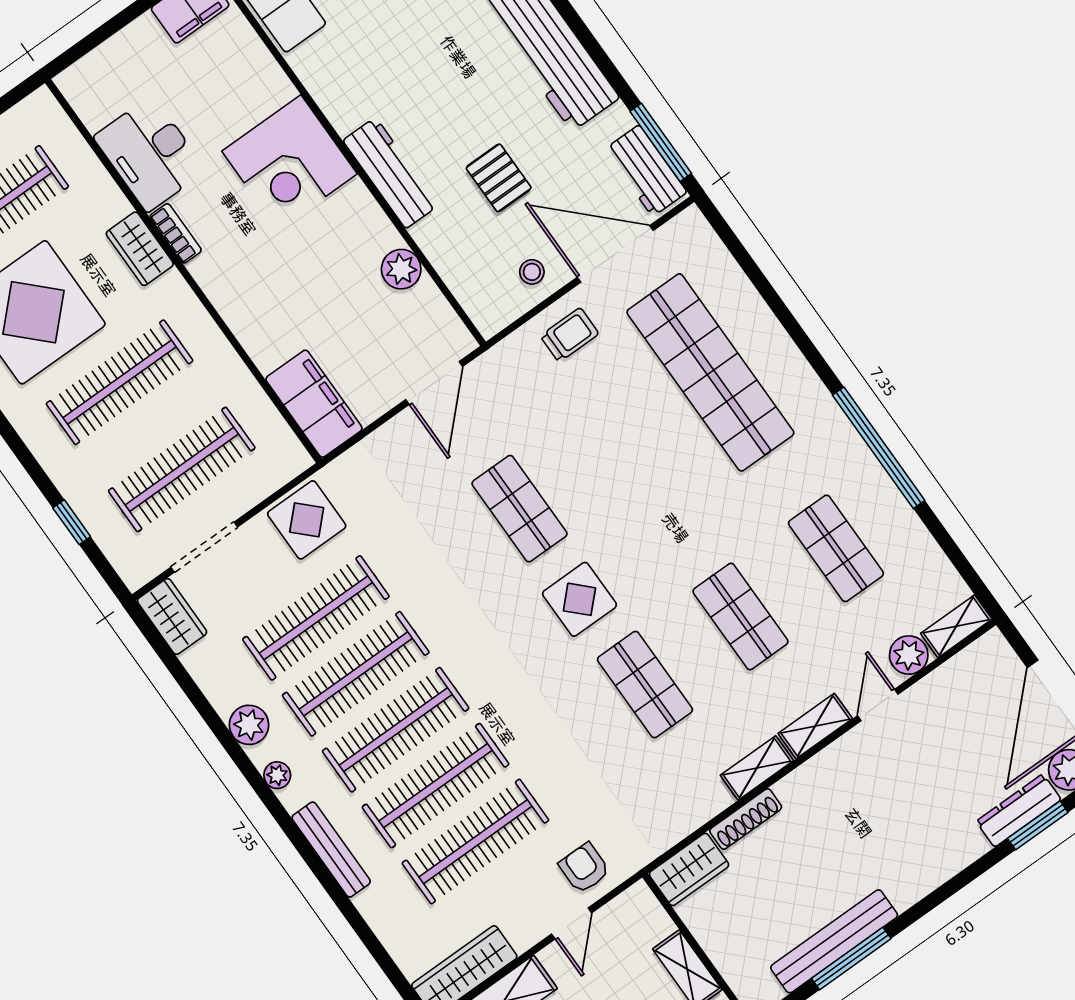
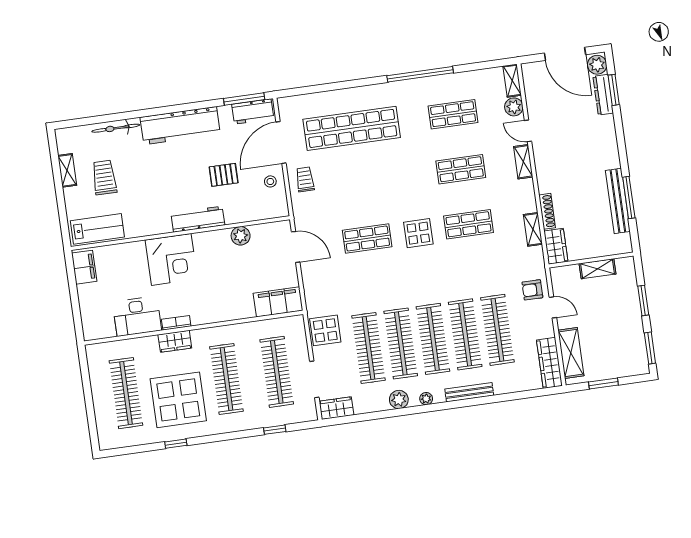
shelving: (757, 768) -> (533, 229), moved

